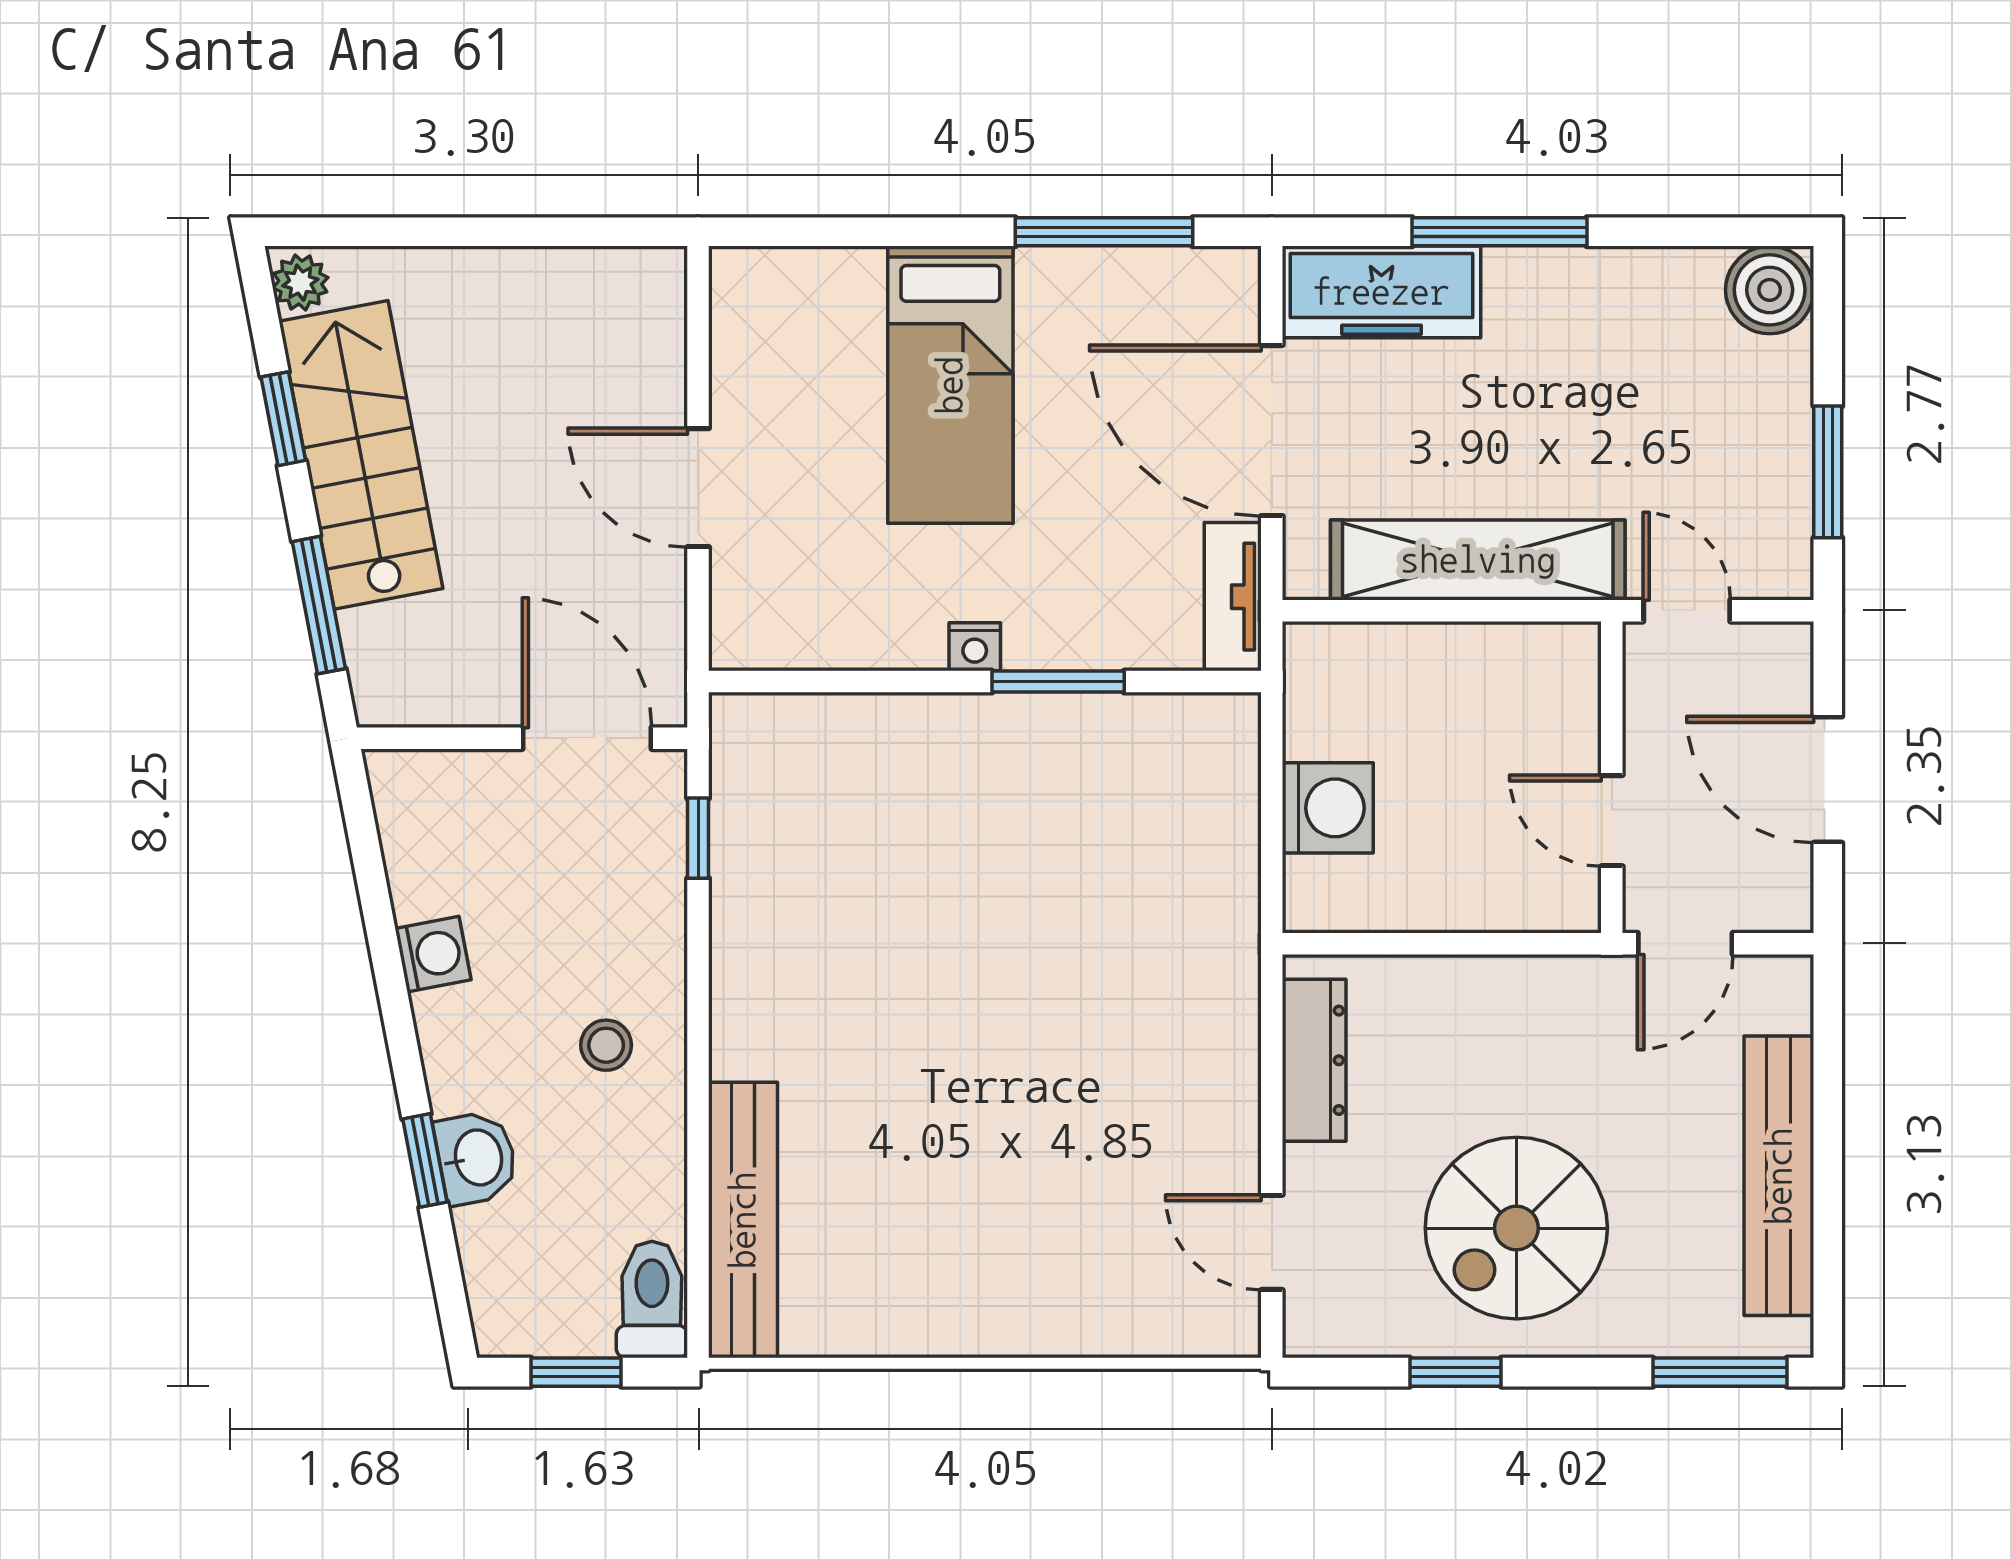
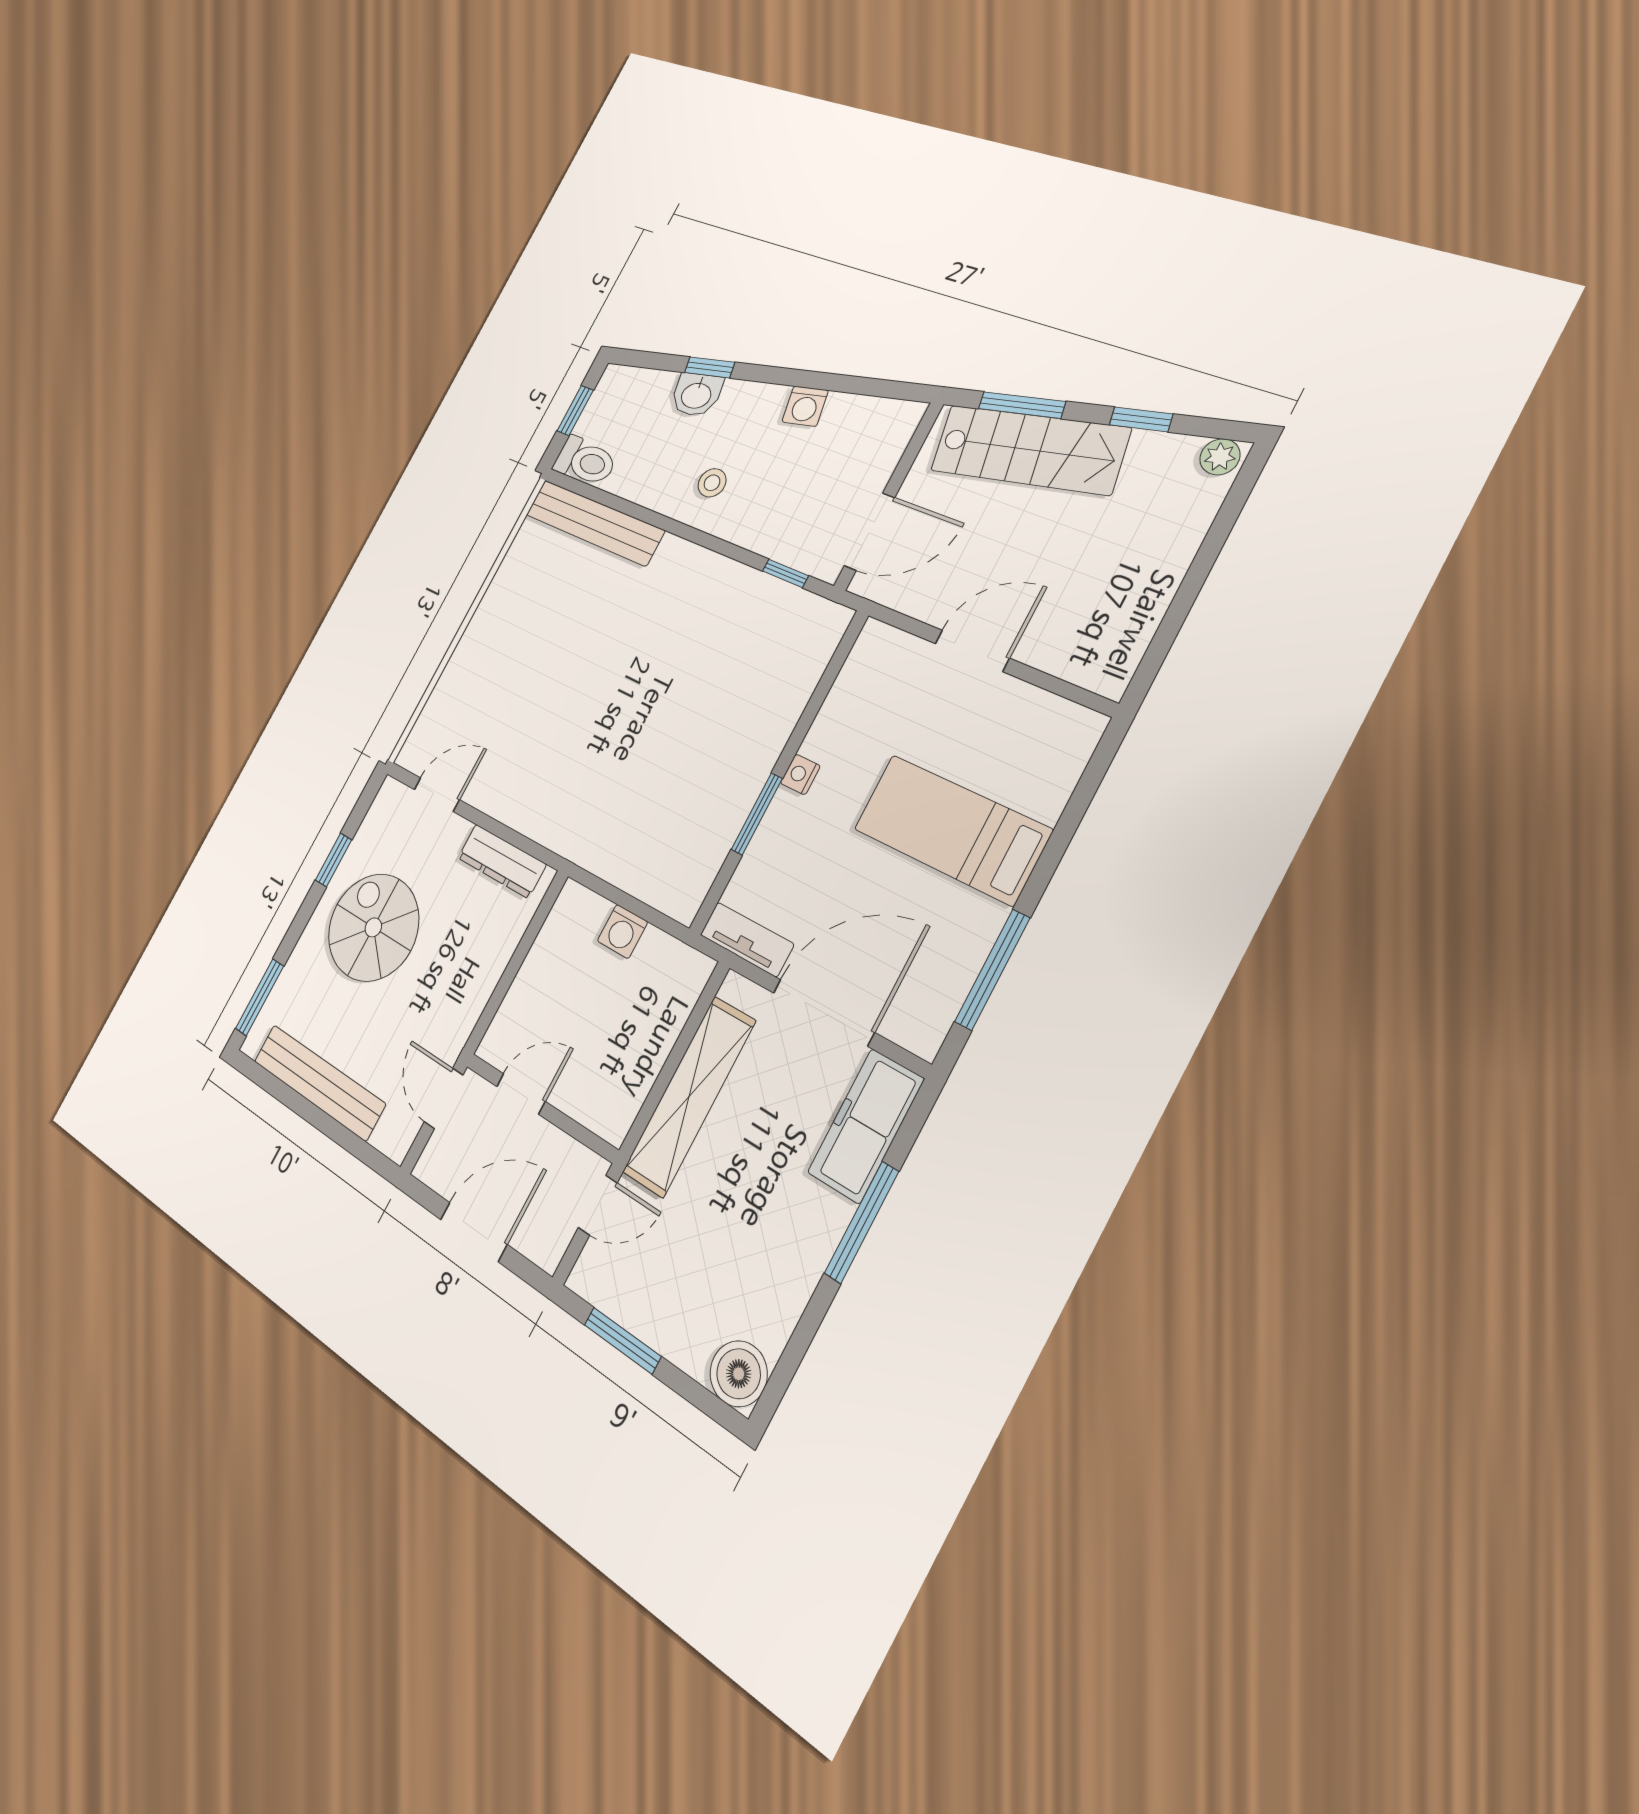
stairs: (361, 455) -> (1029, 449), moved
washing machine: (1328, 808) -> (622, 931), width x0.73, depth x0.73

